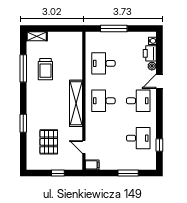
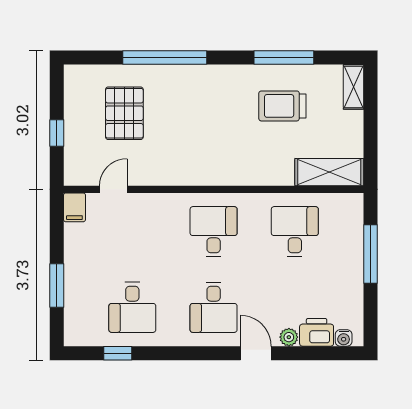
shelving: (76, 103) -> (329, 172), moved, width x0.68
window: (23, 123) -> (165, 58), width x2.11
pallet: (49, 142) -> (124, 113), turned 90

